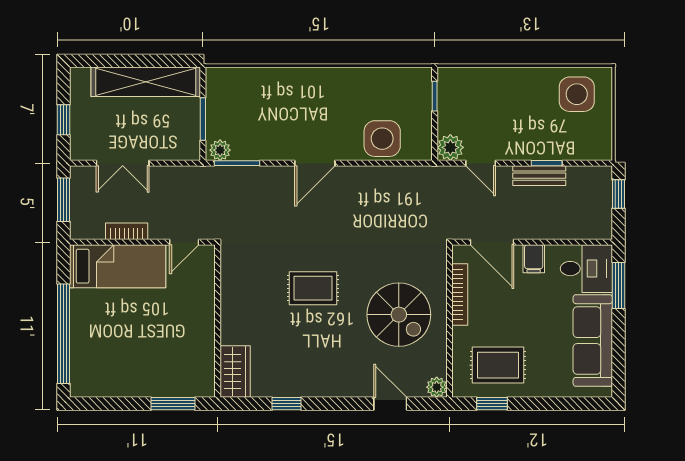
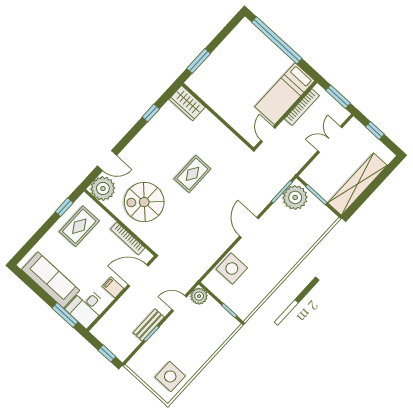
plant: (220, 150) -> (295, 197), width x1.87, depth x1.87
bookcase: (127, 231) -> (302, 107), width x1.56
plant: (437, 387) -> (103, 189), width x1.87, depth x1.87

